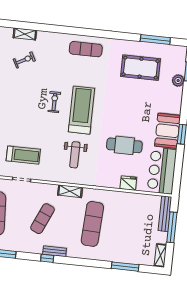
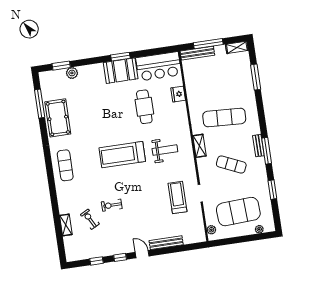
pool table: (141, 68) -> (58, 118), moved
exercise bike: (54, 102) -> (112, 205), moved
window: (47, 258) -> (267, 151), width x2.17

